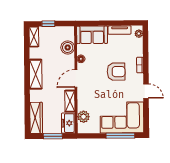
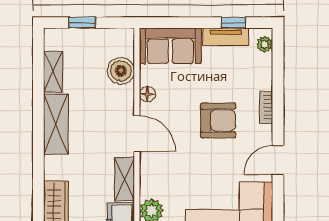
window: (123, 23) -> (234, 23), added
shelving: (34, 37) -> (53, 72), moved
door: (76, 78) -> (137, 134), swing flipped
door: (146, 91) -> (278, 160), swing flipped

